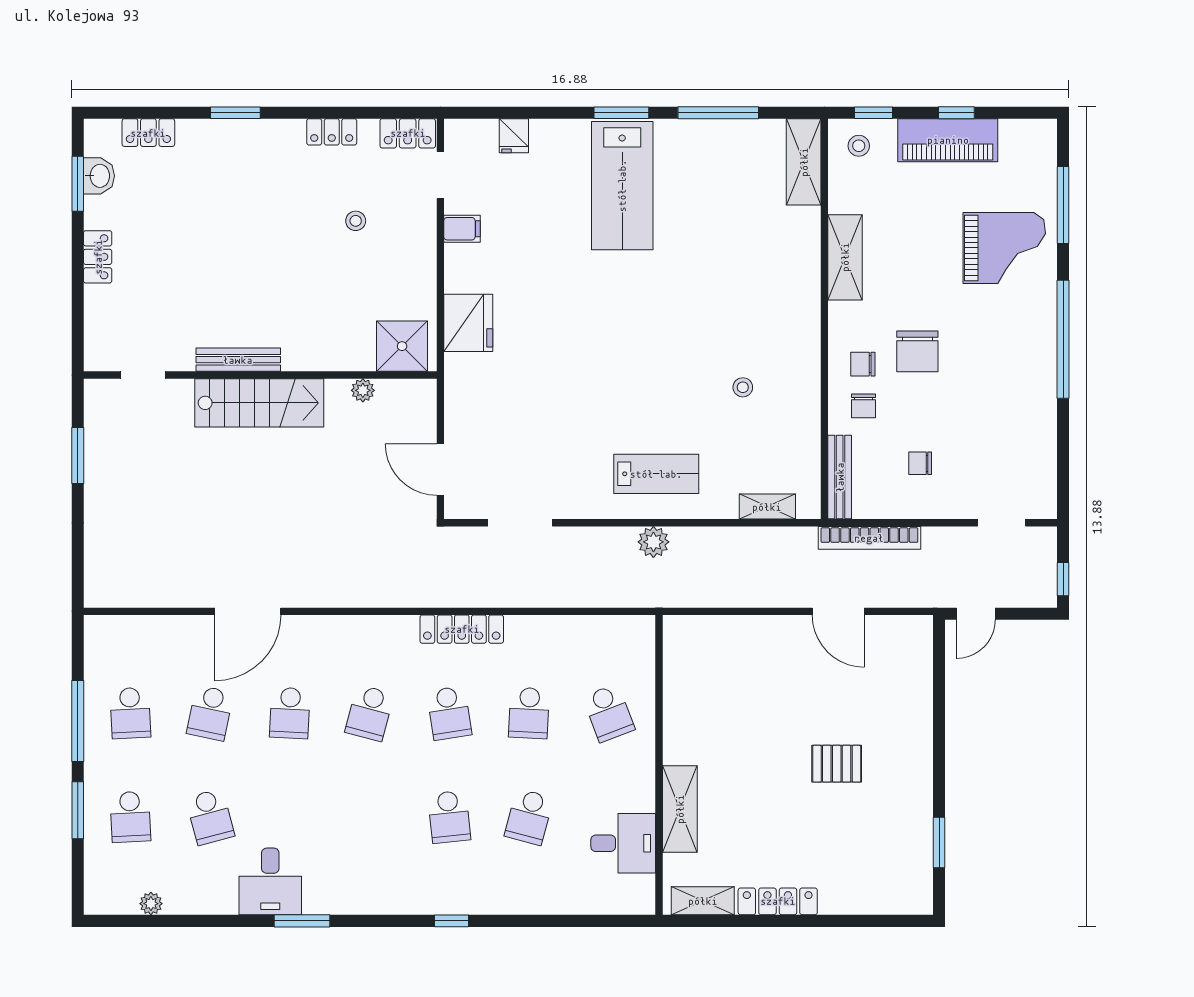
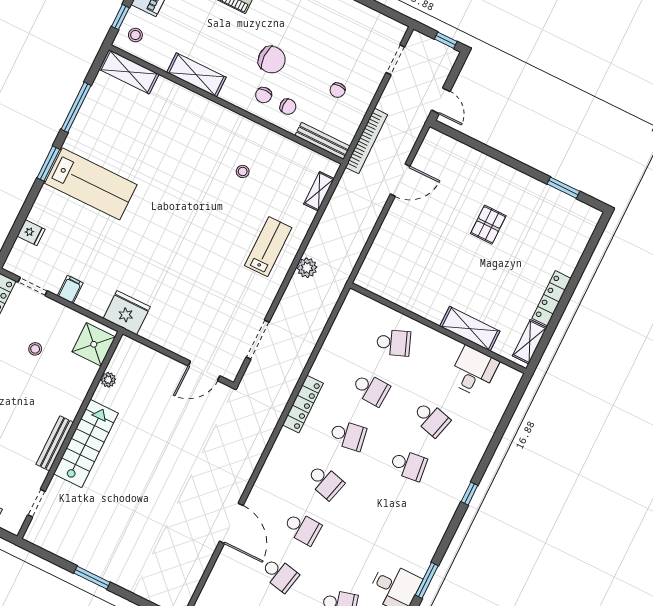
shower: (402, 346) -> (94, 344), moved
bench: (238, 360) -> (55, 443), moved
doorway: (143, 375) -> (36, 503), moved
wall: (260, 375) -> (70, 435), moved
plant: (363, 390) -> (108, 380), moved
stairs: (259, 403) -> (86, 444), moved

